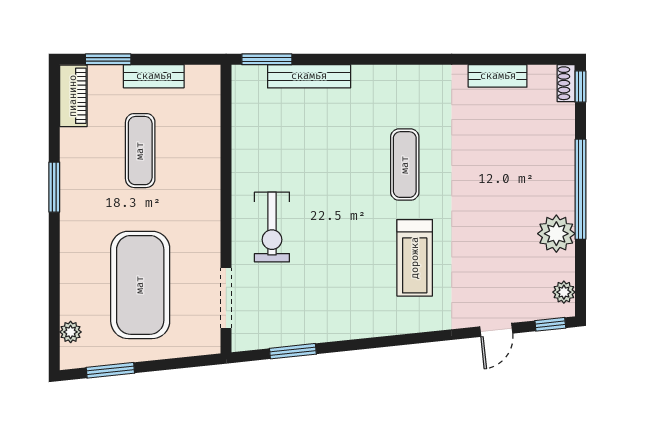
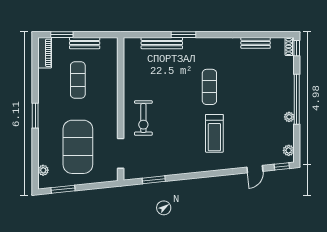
window: (267, 59) -> (184, 35), moved
window: (54, 187) -> (35, 116), moved
plant: (556, 234) -> (289, 117), width x0.53, depth x0.53

